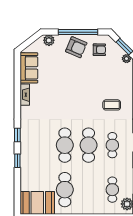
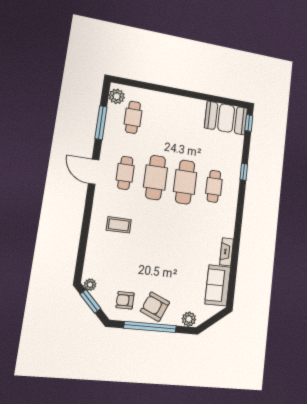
window: (17, 135) -> (249, 123), moved
cafe table: (65, 190) -> (214, 186), moved, width x0.73, depth x0.74

